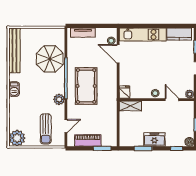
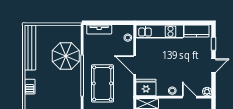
door: (118, 54) -> (135, 65), moved
fridge: (125, 92) -> (146, 87), width x1.88, depth x1.34
plant: (59, 99) -> (75, 97), removed

